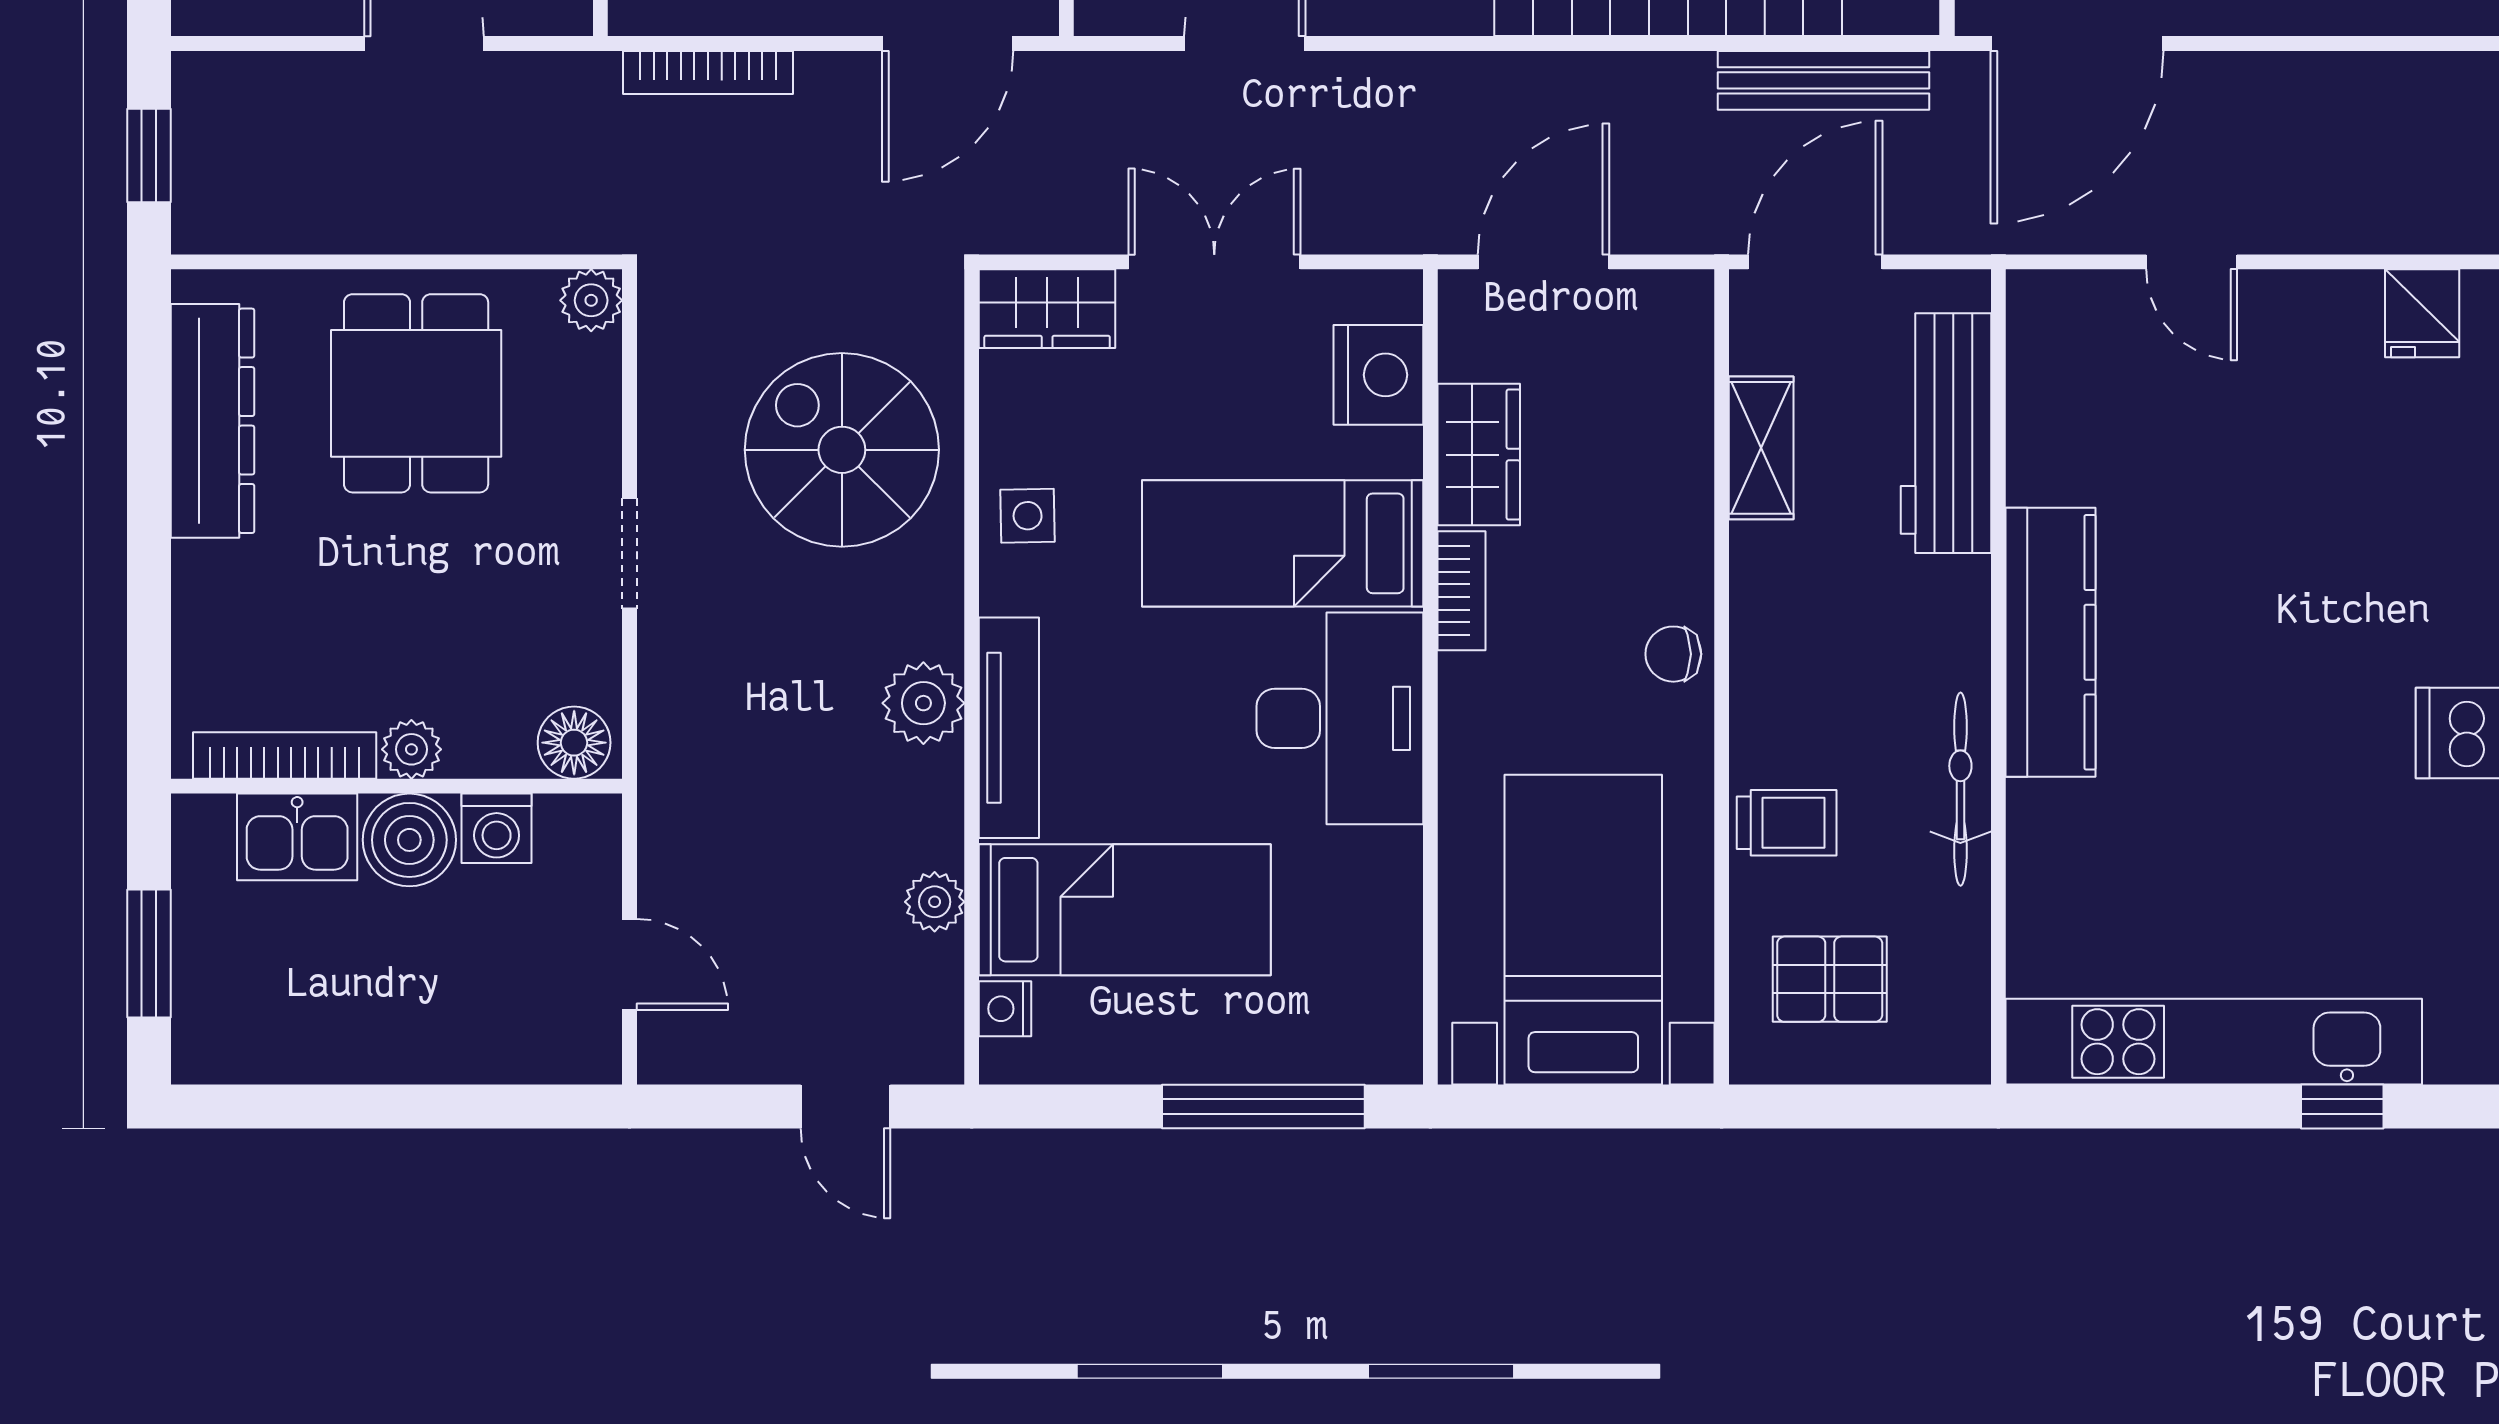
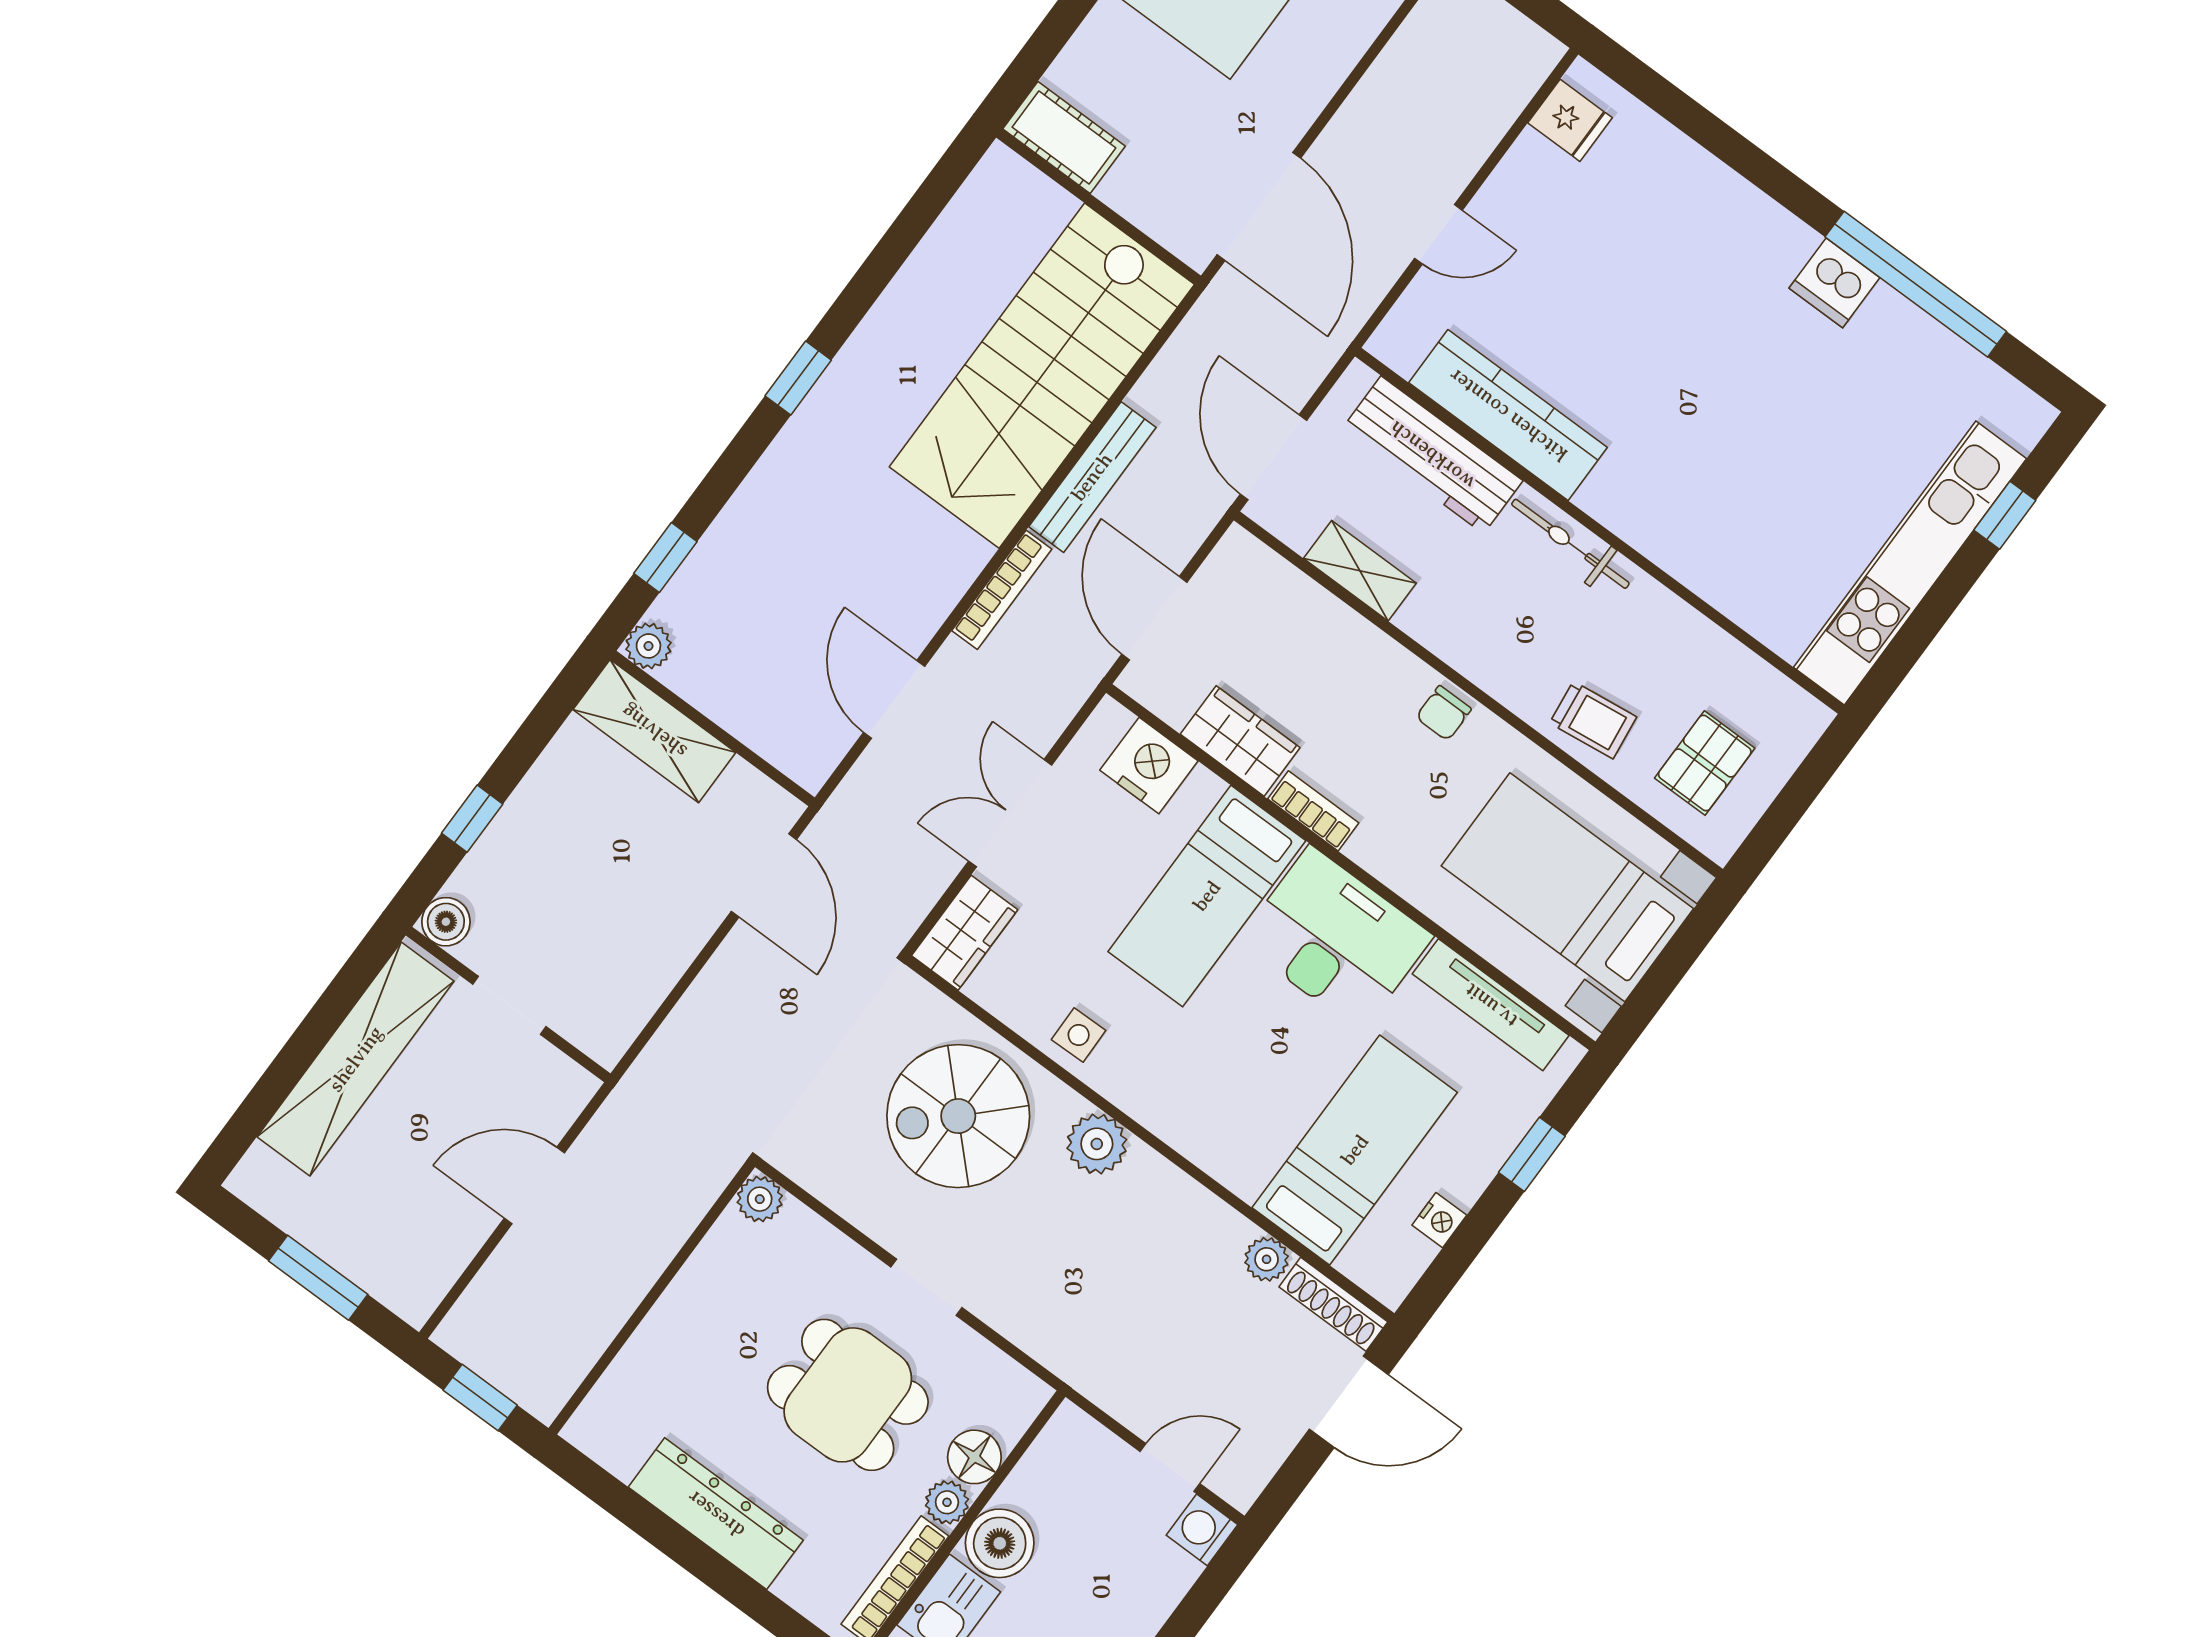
bookcase: (708, 72) -> (1002, 590), moved
bench: (1824, 80) -> (1092, 477), moved
dining table: (416, 393) -> (848, 1395), moved
dresser: (212, 421) -> (716, 1514), moved
kitchen counter: (2051, 642) -> (1508, 415), moved
plant: (923, 703) -> (1097, 1144), moved
tv unit: (1009, 728) -> (1491, 1005), moved, turned 180
floor lamp: (574, 743) -> (974, 1457), moved
bicycle: (1960, 789) -> (1570, 544), moved
trolley: (1787, 823) -> (1593, 720), turned 83
washing machine: (497, 828) -> (1202, 1530), moved, turned 180
nightstand: (1005, 1009) -> (1439, 1220), moved, turned -90
shoe rack: (939, 1011) -> (1333, 1304), added
door: (845, 1107) -> (1349, 1402), width x1.38
window: (1263, 1107) -> (1532, 1154), width x0.46

